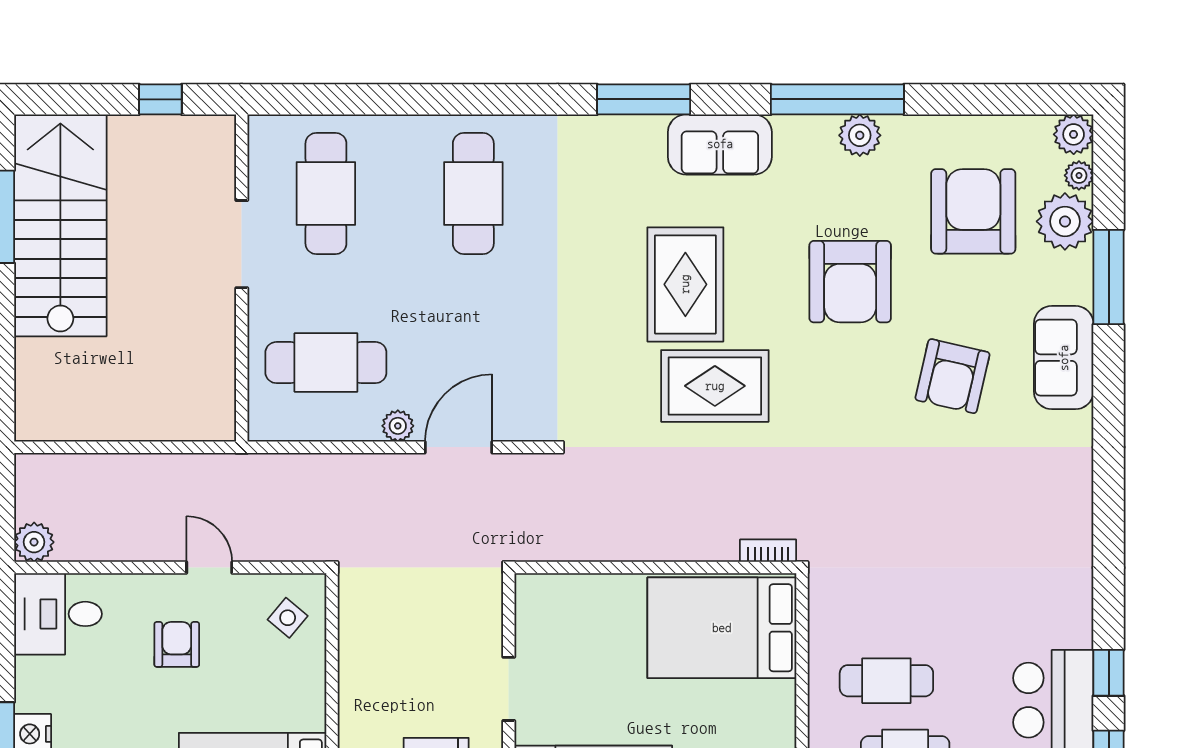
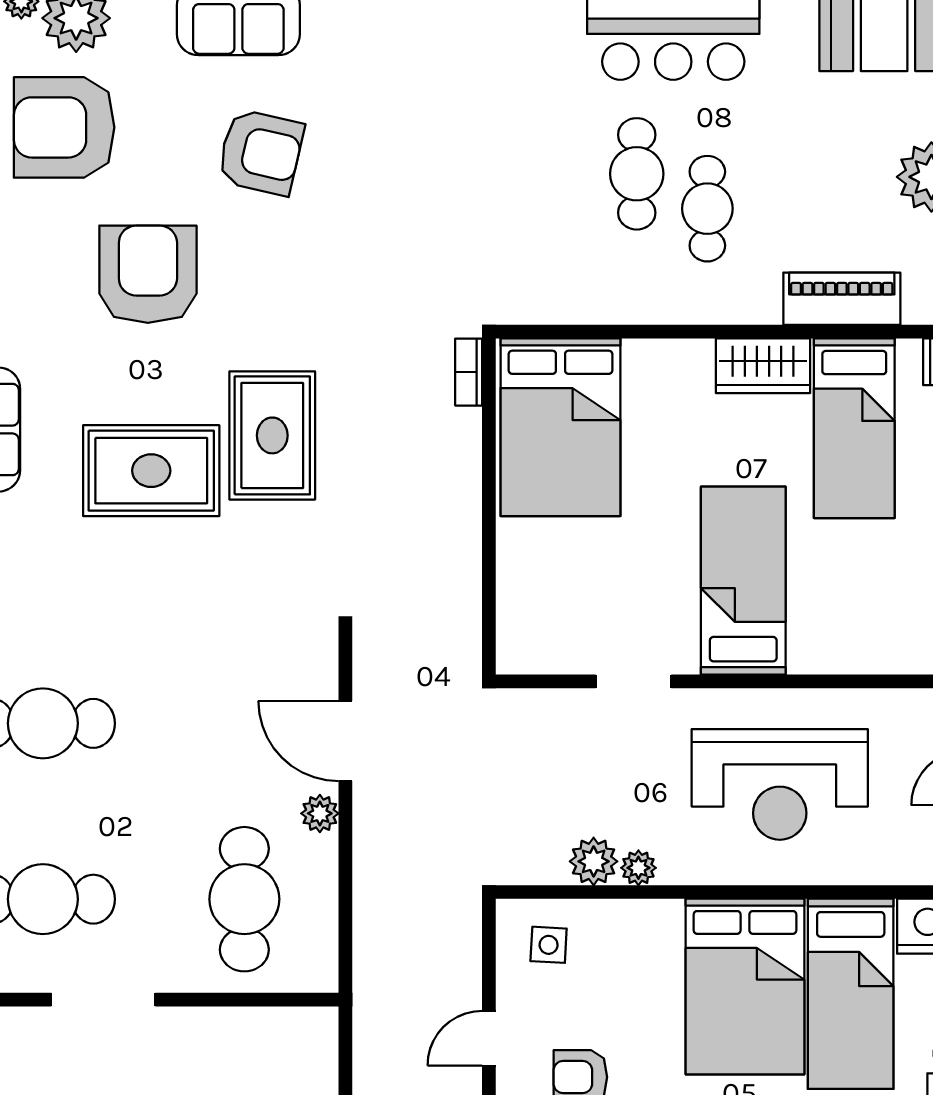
armchair: (850, 282) -> (148, 274), turned -90
side table: (288, 618) -> (549, 945), turned -37
plant: (358, 655) -> (594, 861), added
cafe table: (886, 681) -> (637, 174), moved
plant: (352, 693) -> (638, 868), added

